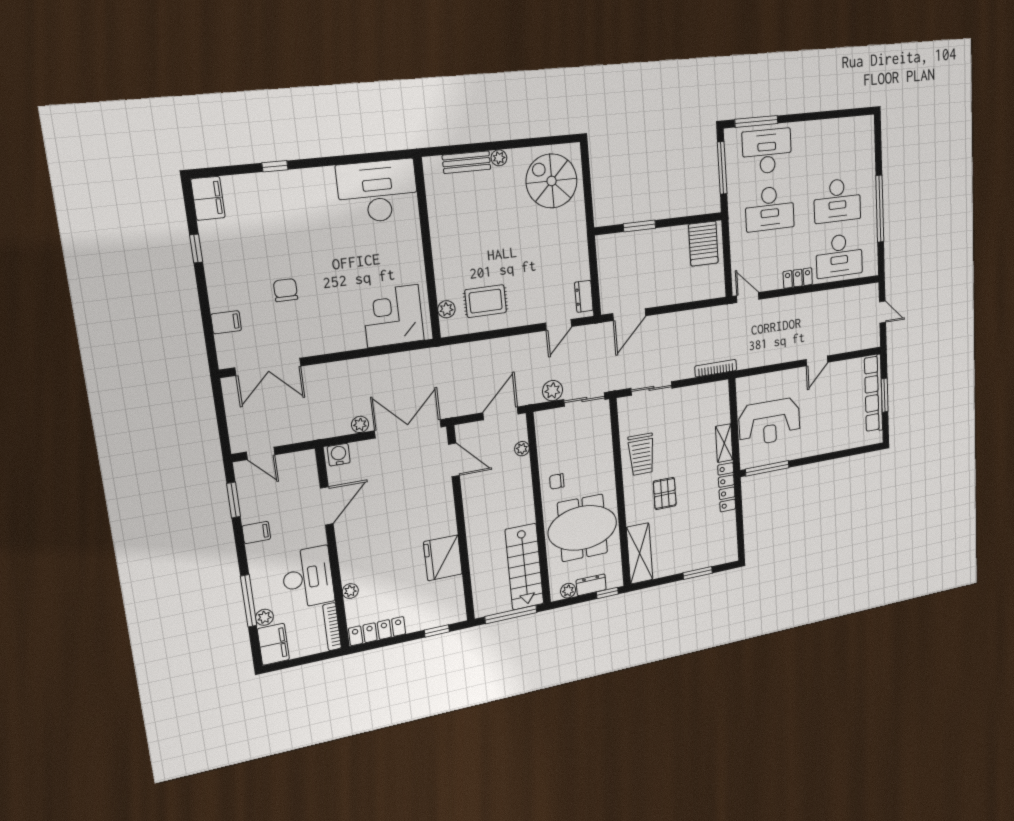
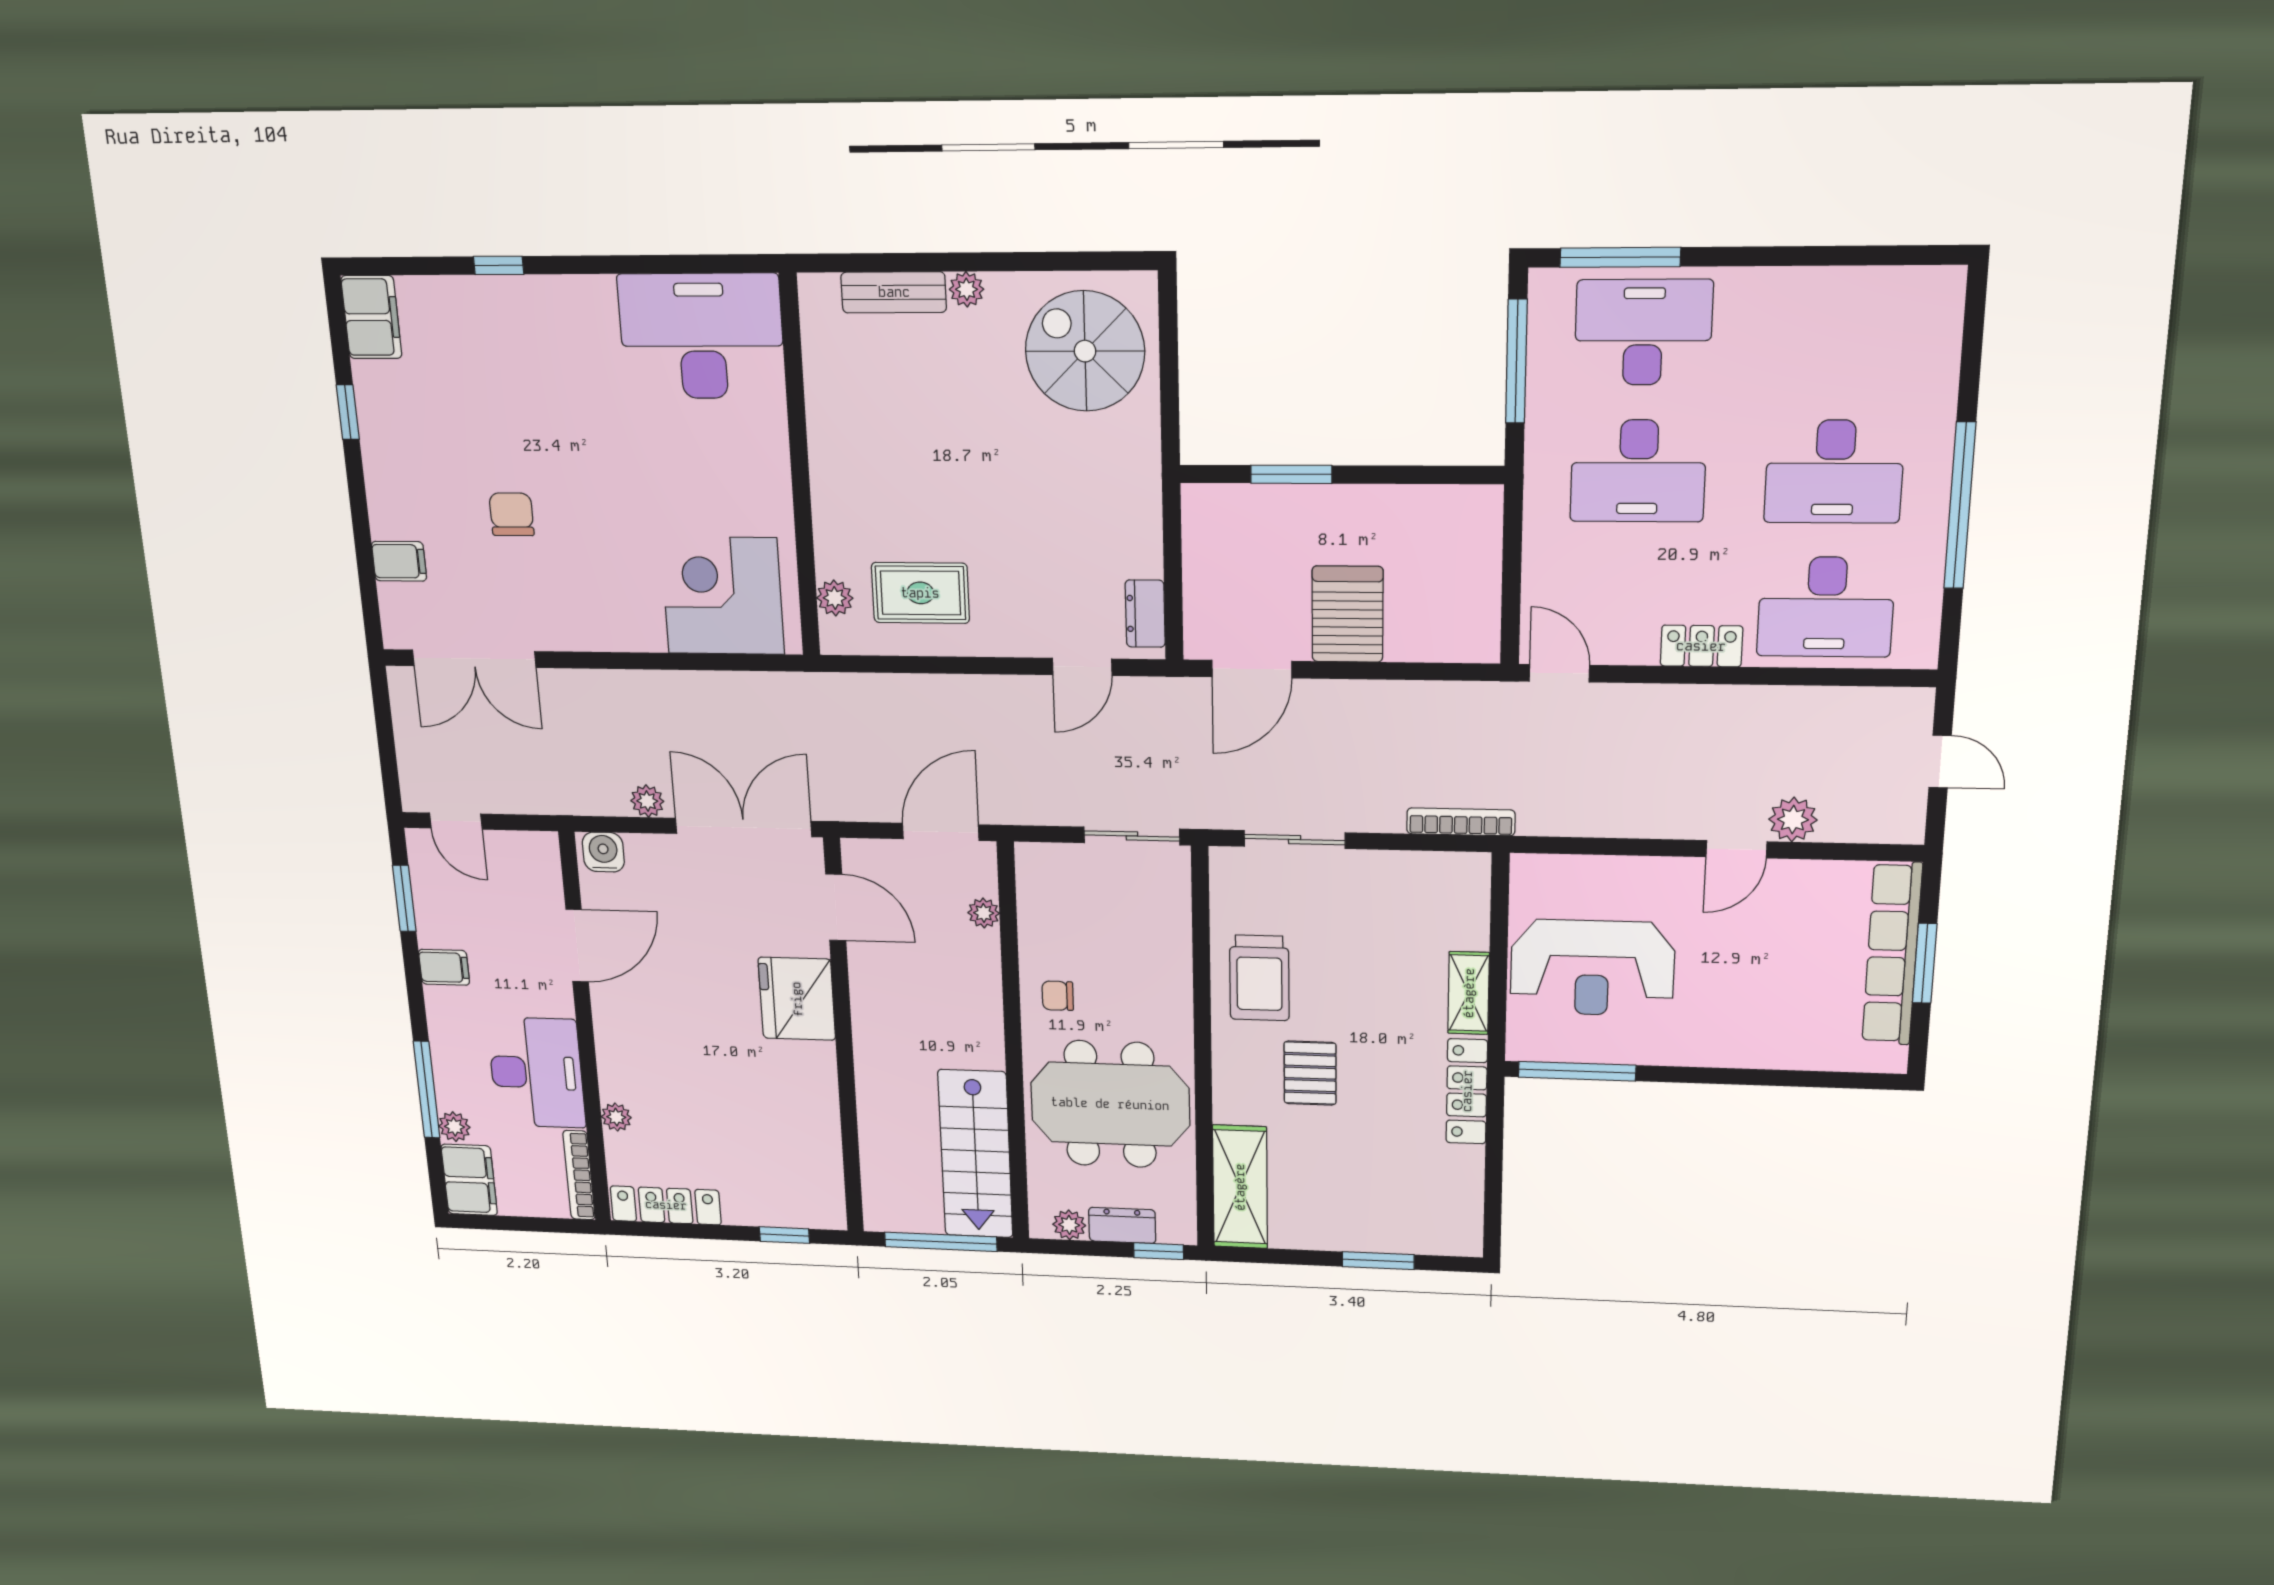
server rack: (703, 244) -> (1347, 614), moved, turned 180
plant: (552, 391) -> (1793, 820), moved
fridge: (443, 558) -> (797, 999), moved

